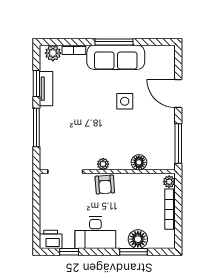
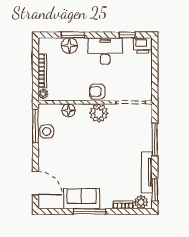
sofa: (116, 57) -> (82, 199), width x0.73
window: (36, 83) -> (155, 190), moved
tv unit: (46, 89) -> (147, 172), width x1.41
door: (178, 94) -> (35, 183), moved
side table: (125, 101) -> (47, 131), moved
plant: (103, 164) -> (99, 113), width x1.88, depth x1.88
armchair: (105, 185) -> (97, 92), turned -86

